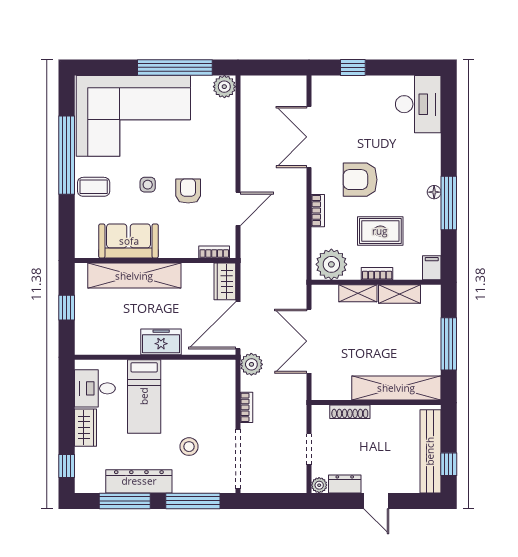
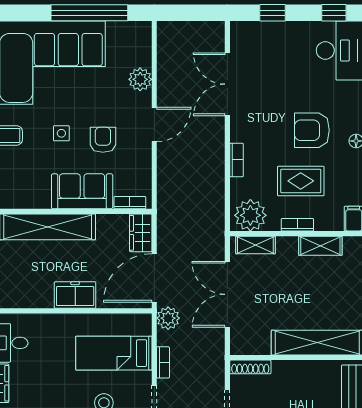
window: (412, 67) -> (334, 13), added
plant: (224, 87) -> (140, 79), moved
armchair: (360, 180) -> (312, 130), moved
door: (238, 209) -> (154, 124), moved
sofa: (129, 241) -> (82, 191), moved
shelving: (358, 293) -> (255, 245), moved
bed: (144, 396) -> (114, 353), moved, turned 90
shoe rack: (350, 412) -> (250, 367), moved

